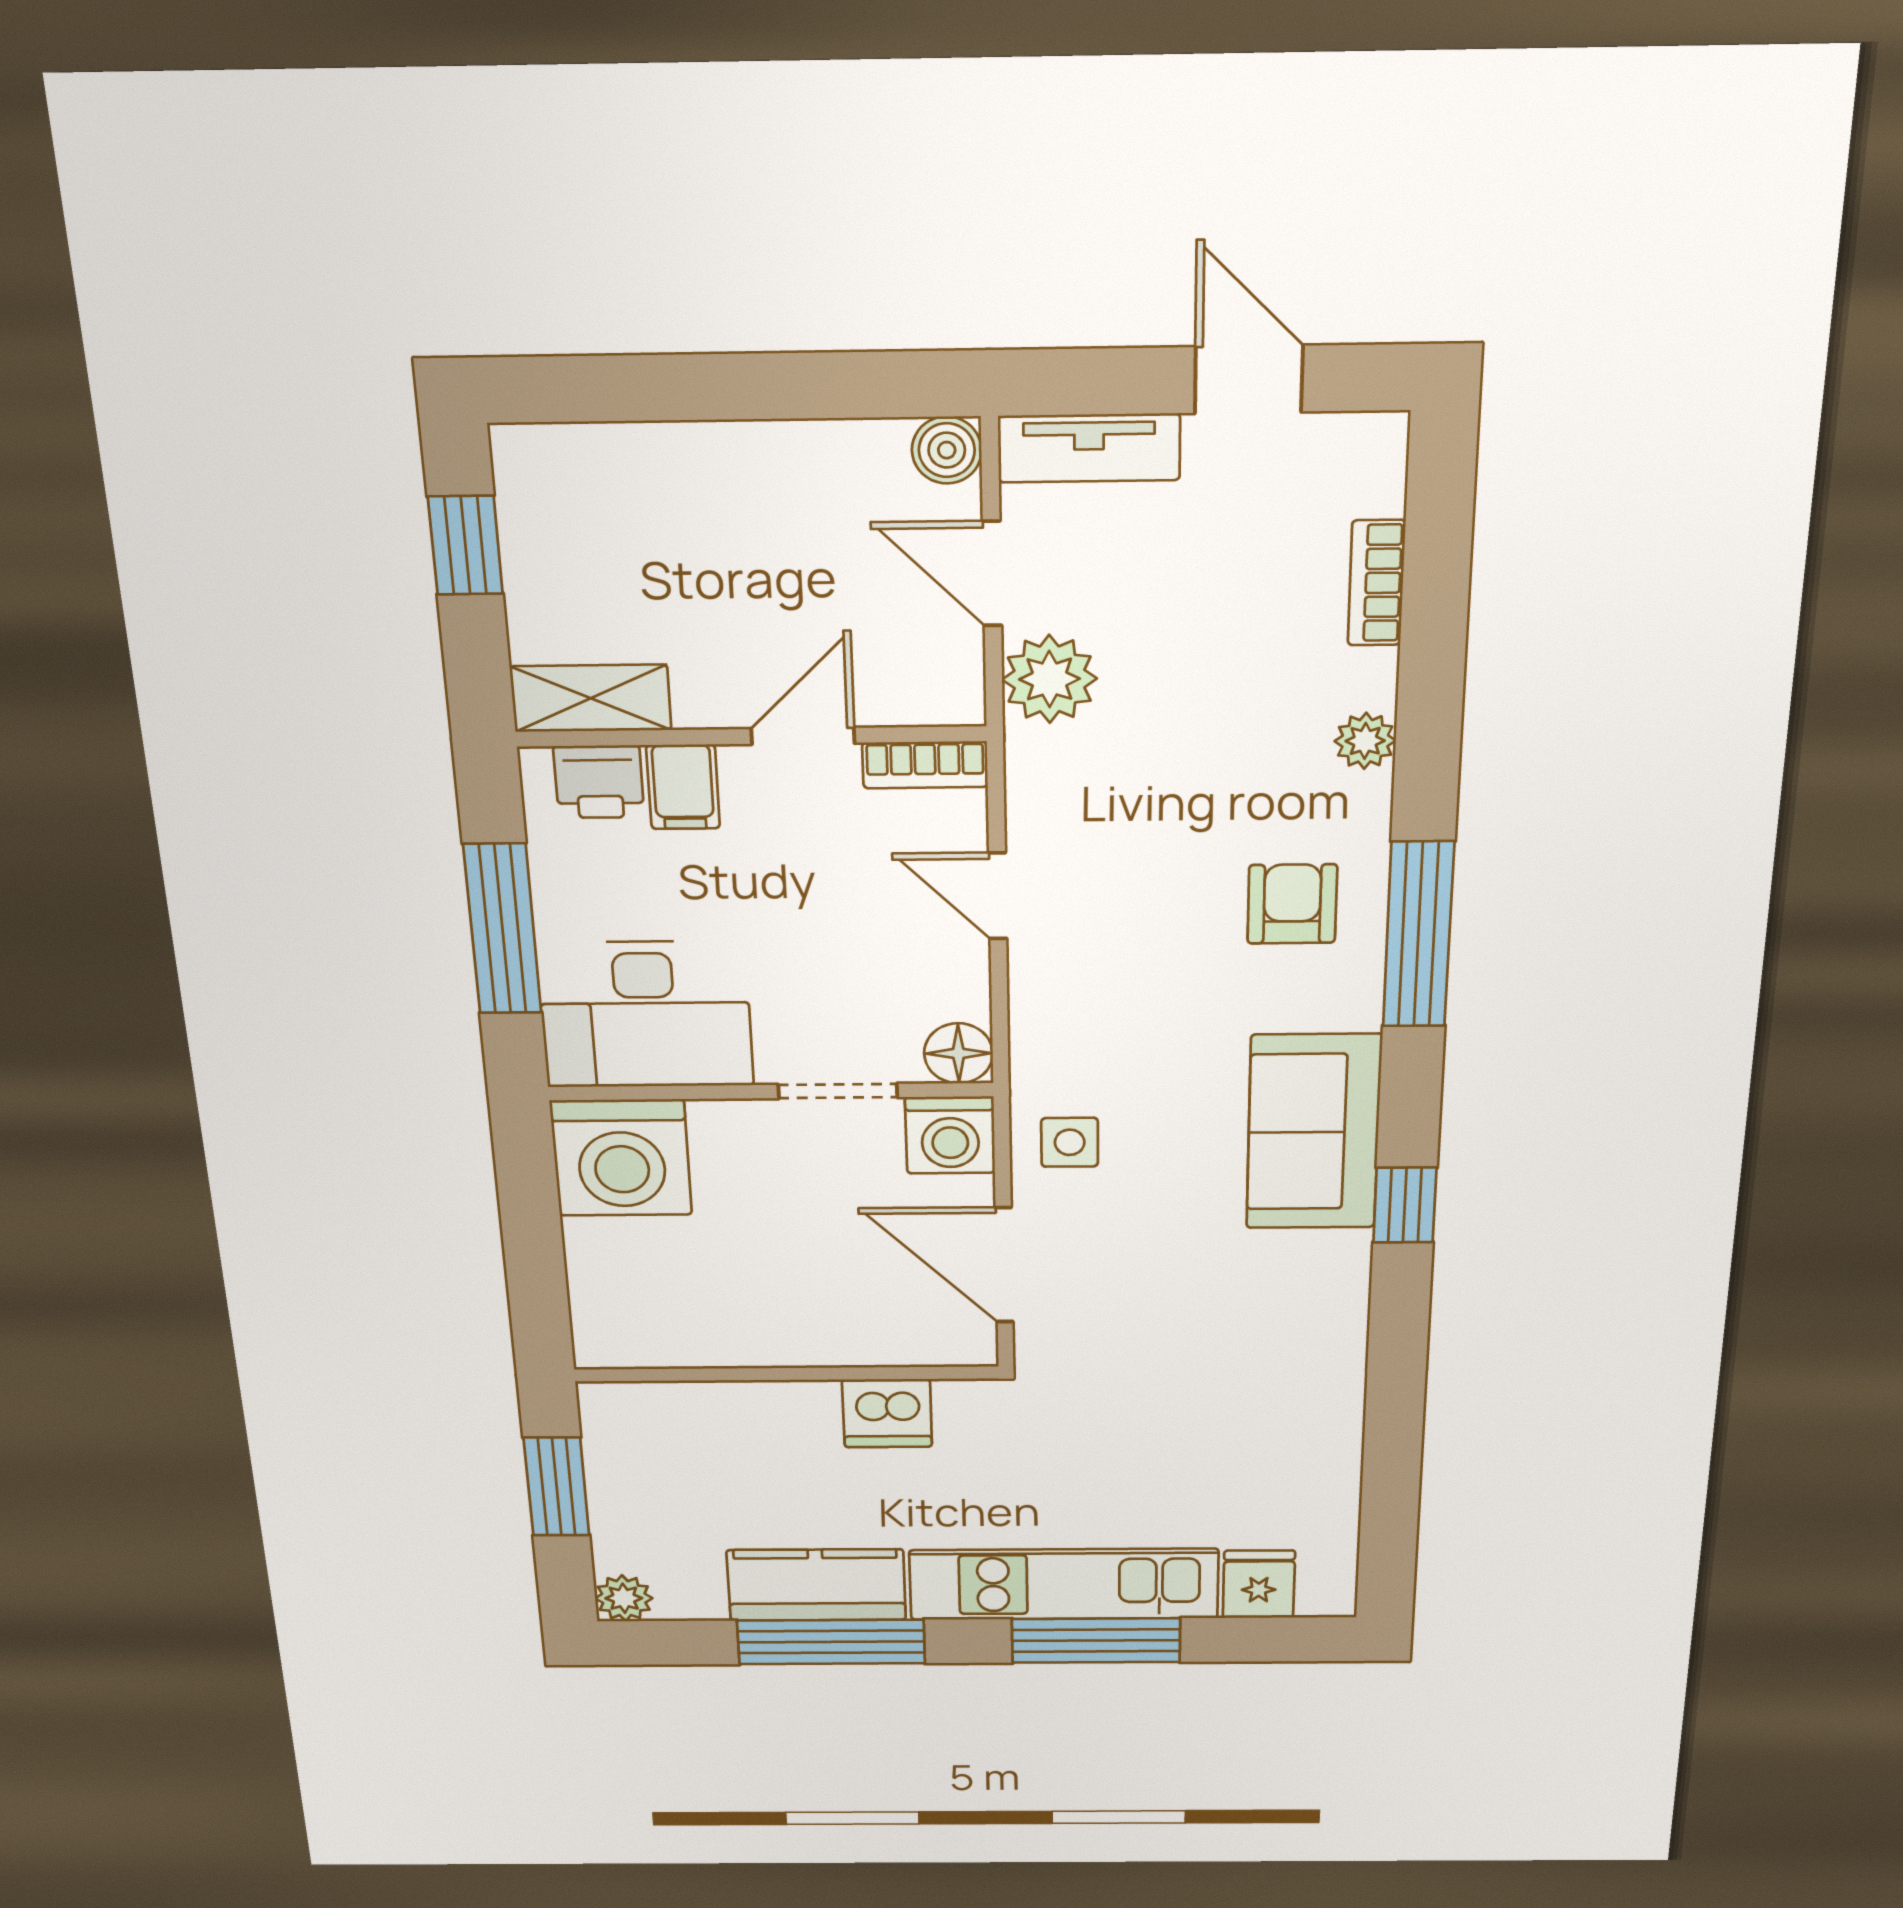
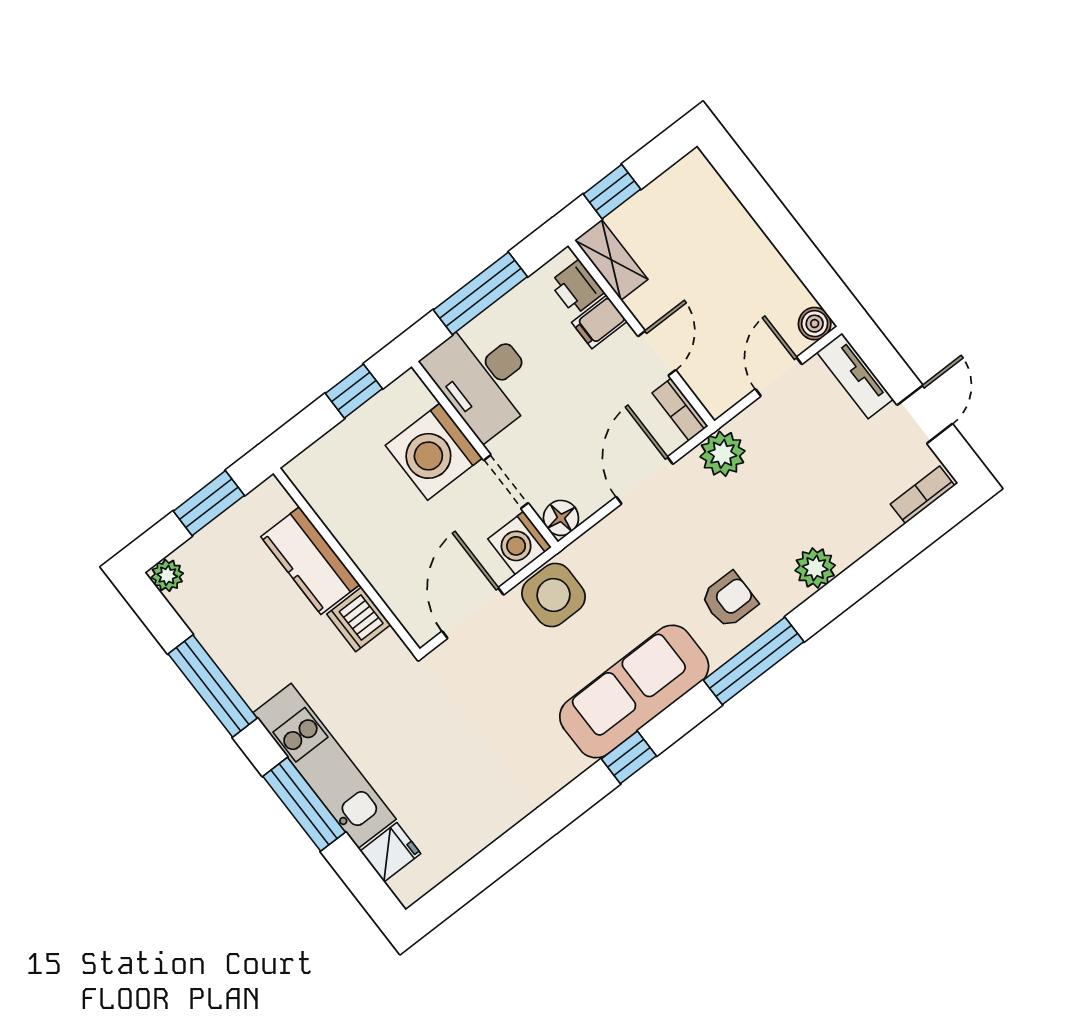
window: (465, 545) -> (612, 192), moved
bookcase: (1376, 583) -> (923, 495), moved
plant: (1049, 679) -> (722, 454), moved
door: (803, 736) -> (657, 353), hinge flipped
plant: (1365, 741) -> (815, 568), width x1.38, depth x1.38
door: (998, 896) -> (645, 480), width x1.38
sofa: (1313, 1132) -> (634, 692), width x1.36
side table: (1070, 1142) -> (553, 595), width x1.87, depth x1.87
washing machine: (621, 1158) -> (434, 452), moved
window: (529, 1202) -> (354, 391), added
kitchen counter: (816, 1585) -> (310, 561), moved, turned 180

